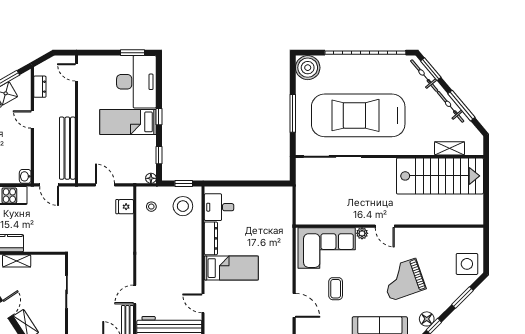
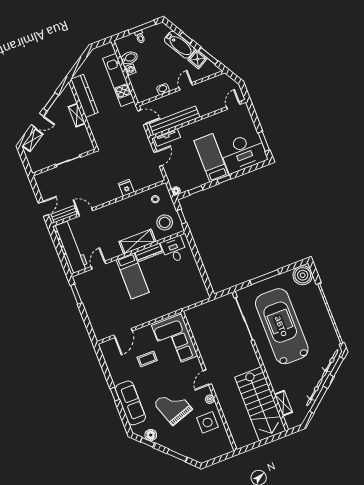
dresser: (40, 87) -> (212, 83), removed
tv unit: (84, 165) -> (167, 137), added
washbasin: (25, 176) -> (163, 89), moved
door: (49, 185) -> (142, 117), swing flipped
fridge: (125, 207) -> (126, 188), moved
plant: (362, 233) -> (210, 399), moved
shelving: (193, 247) -> (137, 241), added
side table: (467, 264) -> (208, 422), moved

